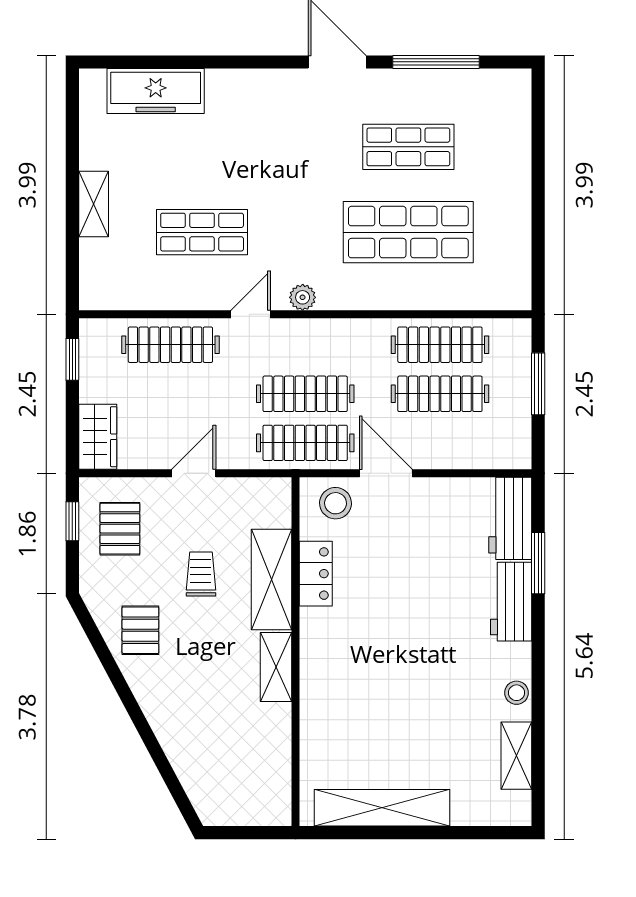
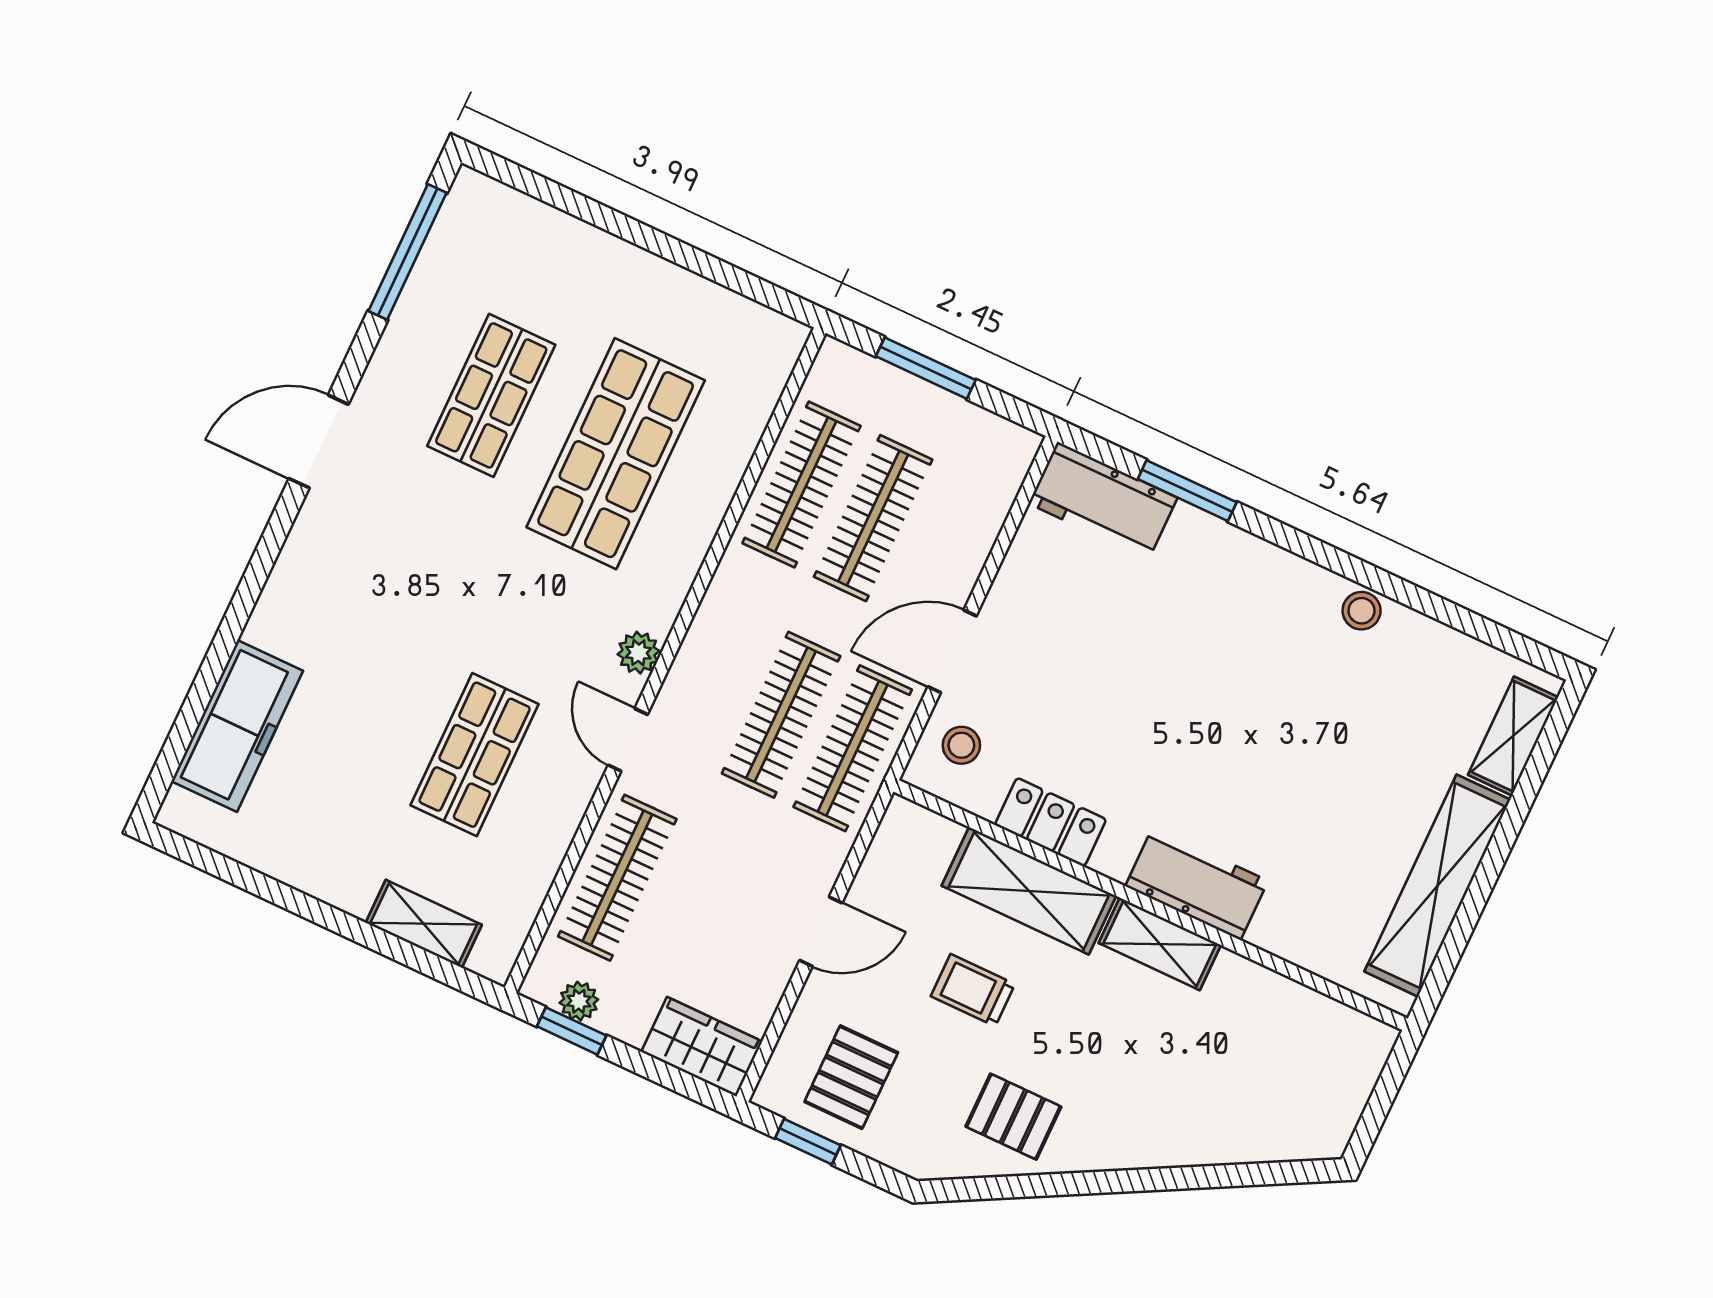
window: (436, 62) -> (407, 252), moved
shelving: (94, 204) -> (424, 924), moved
plant: (91, 356) -> (579, 1001), added
door: (194, 473) -> (821, 932), swing flipped
stool: (335, 503) -> (961, 745), width x0.73, depth x0.73
pallet: (120, 529) -> (851, 1077), turned 90
workbench: (511, 602) -> (1197, 883), moved, turned 180
shelving: (516, 756) -> (1513, 736), moved, turned 90

